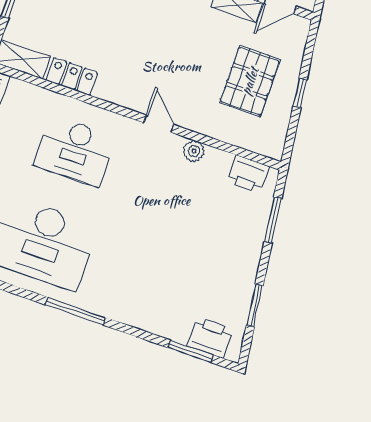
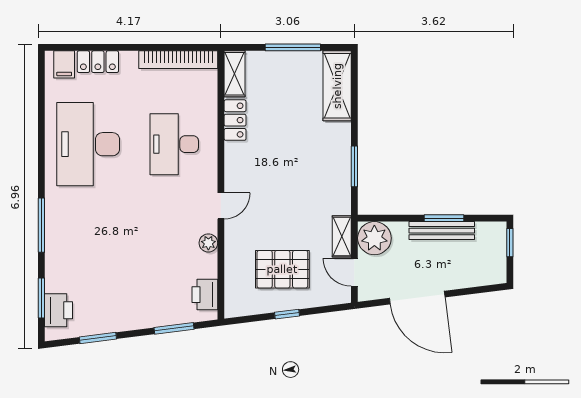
window: (75, 311) -> (41, 225), moved

